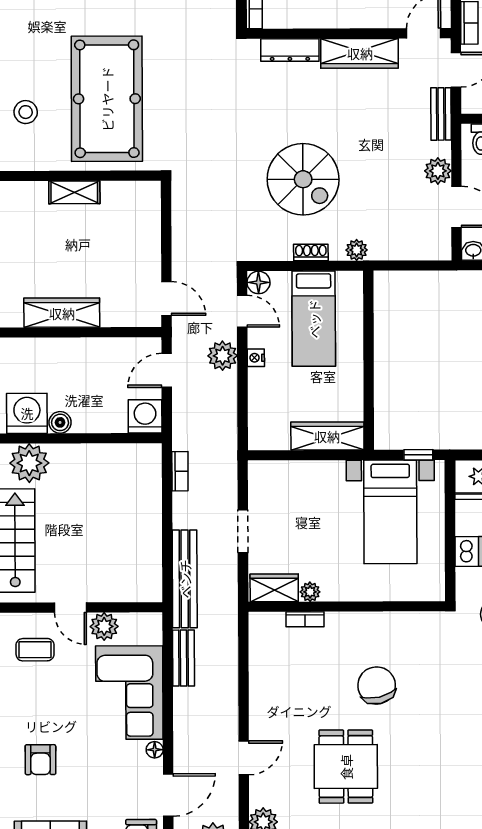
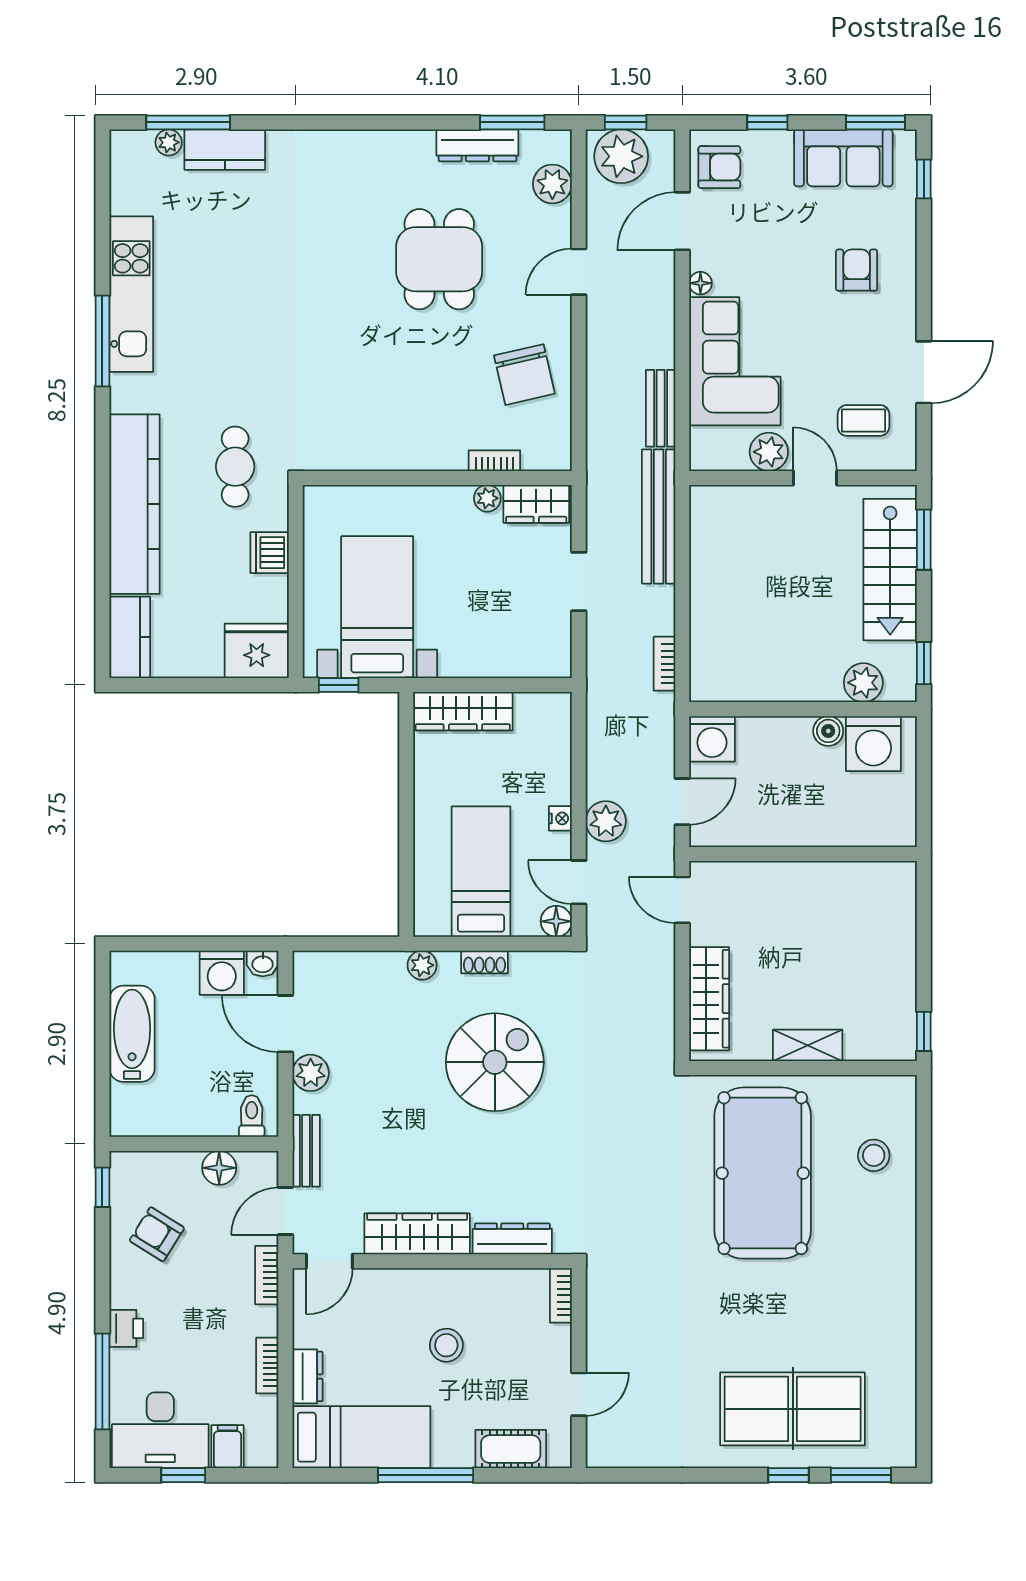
spiral stairs: (303, 179) -> (495, 1062), turned 90
wardrobe: (62, 313) -> (709, 999), moved, turned -90
plant: (29, 463) -> (863, 683), width x0.73, depth x0.73
chair: (377, 685) -> (524, 375), moved

